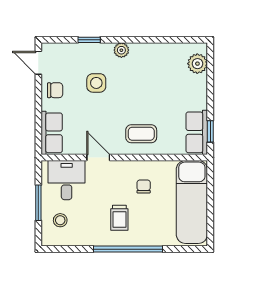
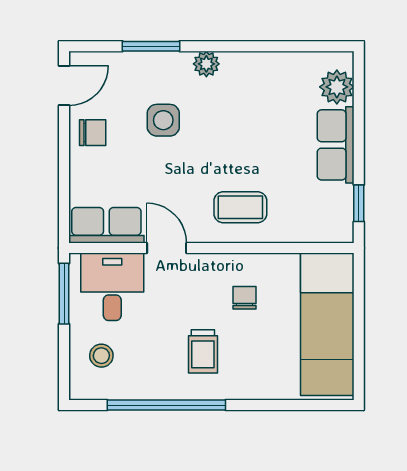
window: (89, 40) -> (151, 46), width x1.50
door: (38, 63) -> (64, 86), swing flipped
row of seats: (197, 132) -> (336, 145), moved
row of seats: (52, 133) -> (106, 225), moved, turned -90
window: (38, 203) -> (64, 294), moved
window: (128, 249) -> (166, 405), moved

